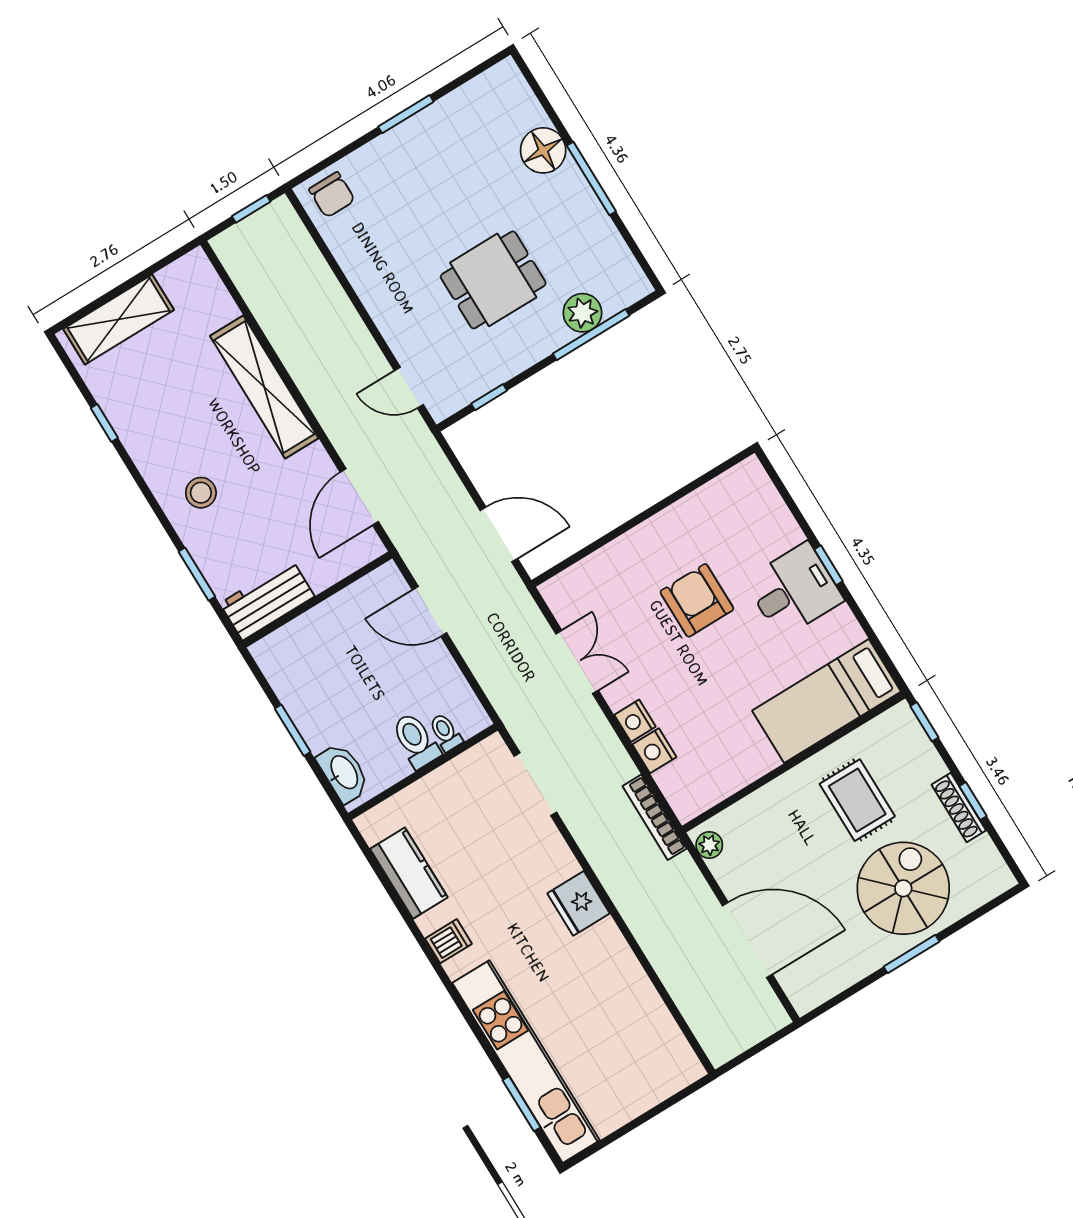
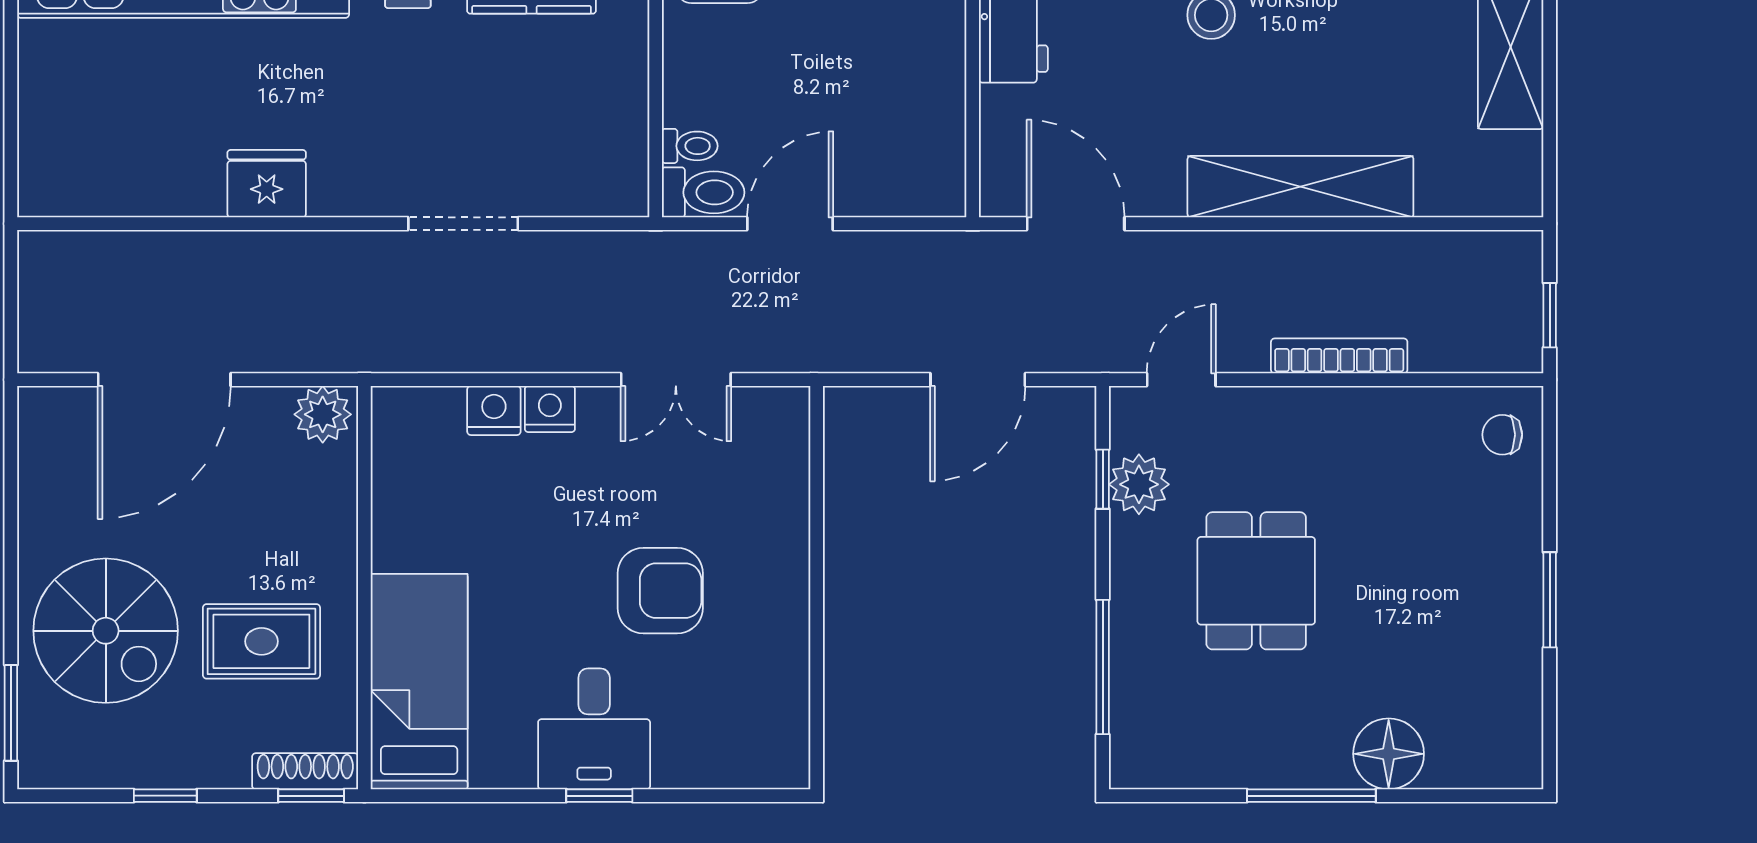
chair: (332, 195) -> (1502, 435), width x0.73, depth x0.73
plant: (582, 313) -> (1139, 484), moved
door: (499, 535) -> (978, 380), moved
door: (429, 611) -> (790, 224), moved
toilet: (416, 741) -> (703, 192), moved
doorway: (535, 784) -> (463, 224), moved
shoe rack: (959, 807) -> (305, 771), moved
bookcase: (655, 817) -> (1339, 356), moved
plant: (709, 845) -> (323, 414), width x1.38, depth x1.38
fridge: (579, 903) -> (267, 184), moved
window: (911, 954) -> (11, 713), moved

